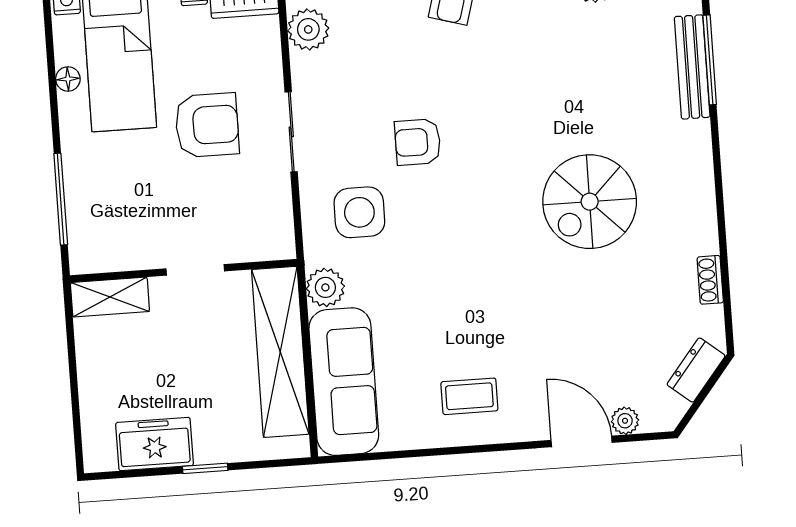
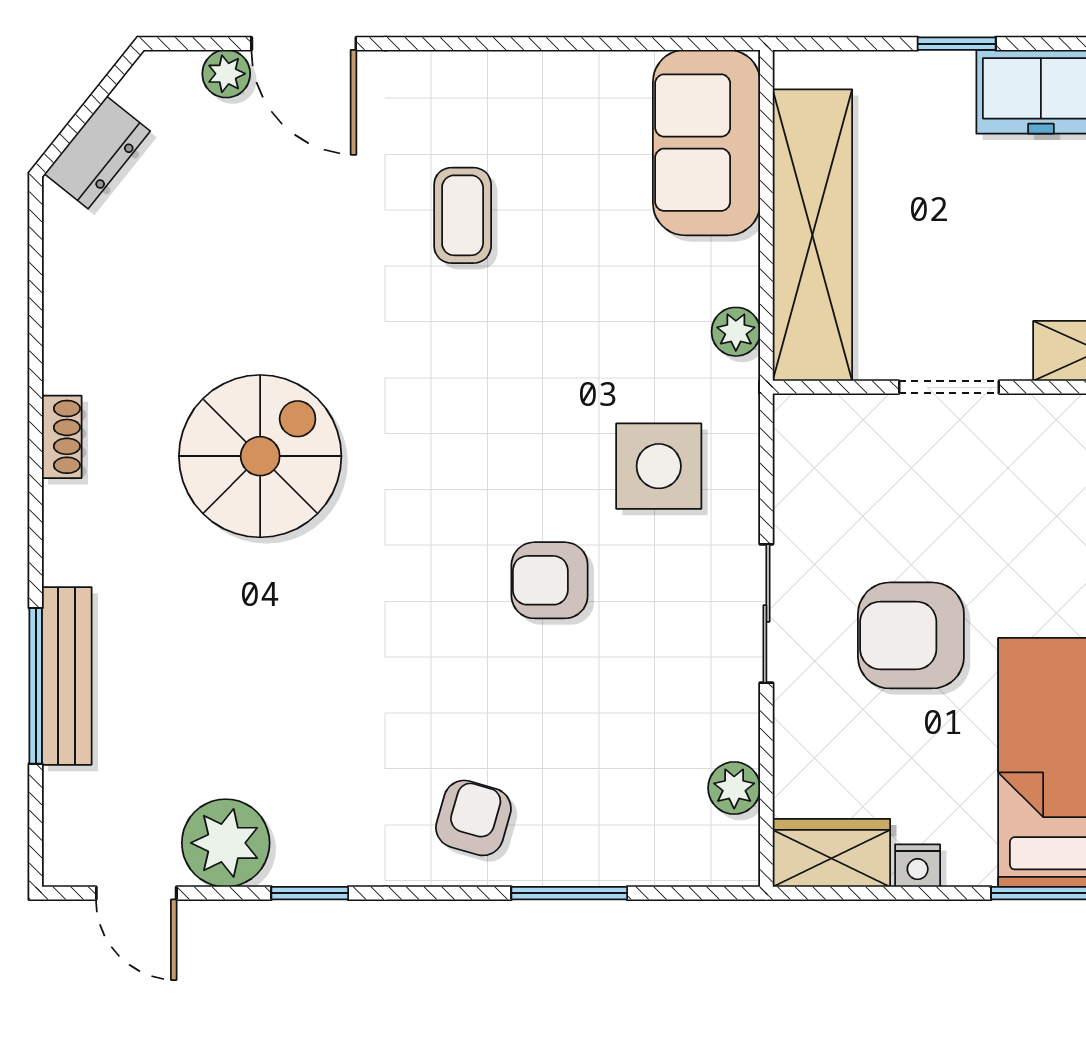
plant: (308, 29) -> (734, 788), width x0.73, depth x0.73
armchair: (418, 142) -> (550, 580), turned 180
shoe rack: (710, 280) -> (62, 437), moved
plant: (325, 287) -> (736, 332), width x0.73, depth x0.73
sofa: (344, 382) -> (707, 143), width x0.73
coffee table: (469, 396) -> (463, 215), moved, turned 90

